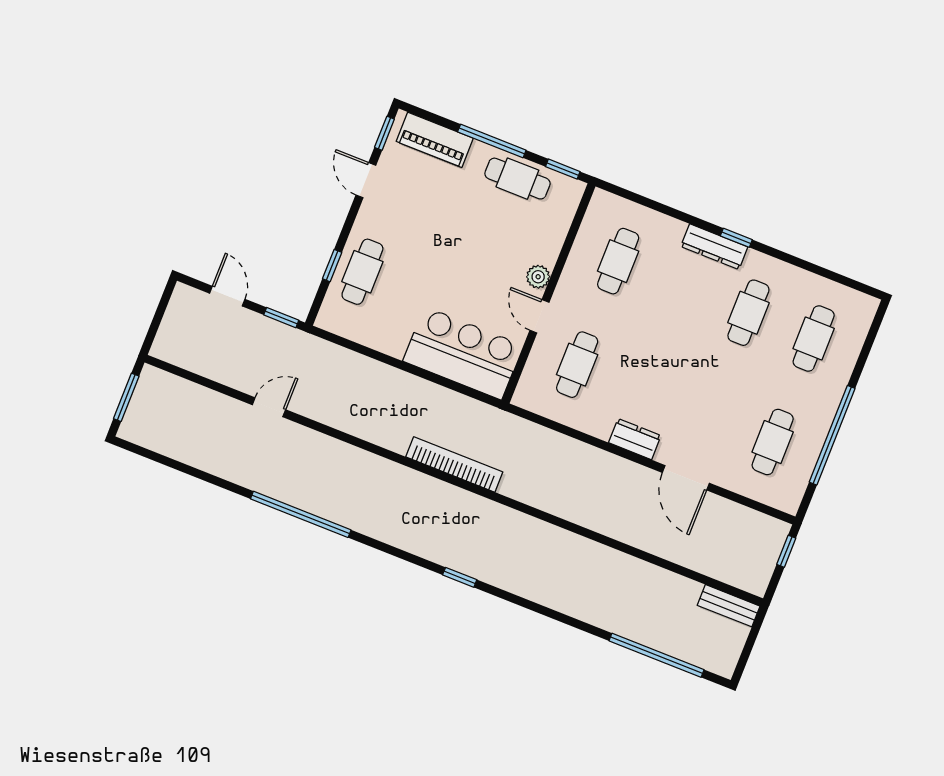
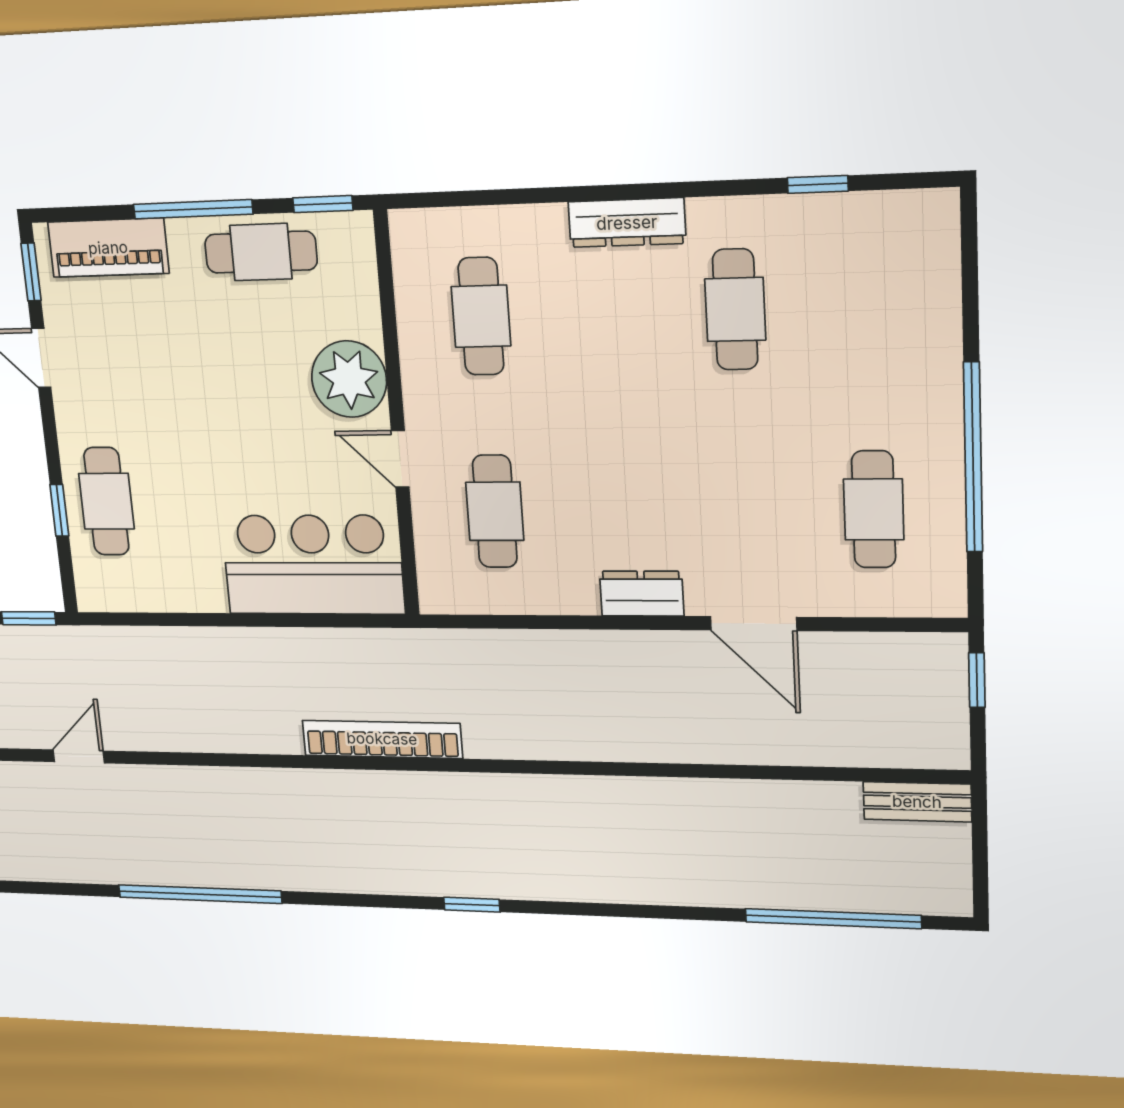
window: (736, 238) -> (818, 184), moved
plant: (538, 277) -> (349, 379), width x1.88, depth x1.88
cafe table: (814, 338) -> (868, 306), removed

